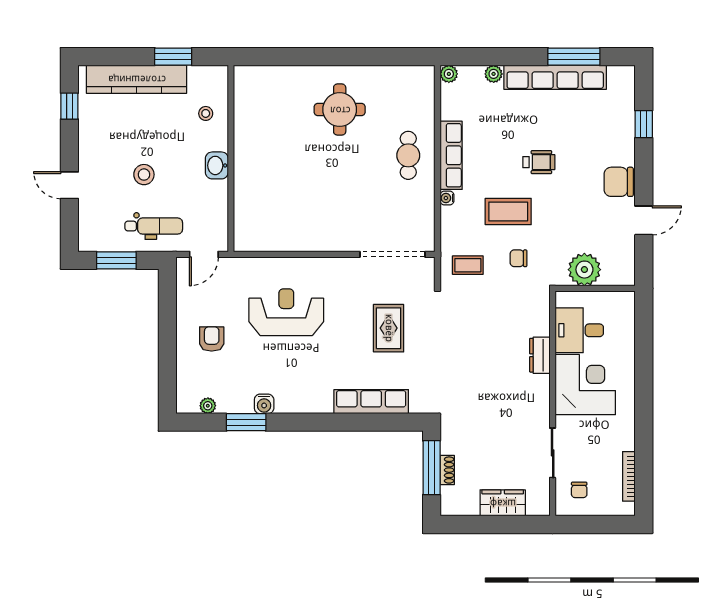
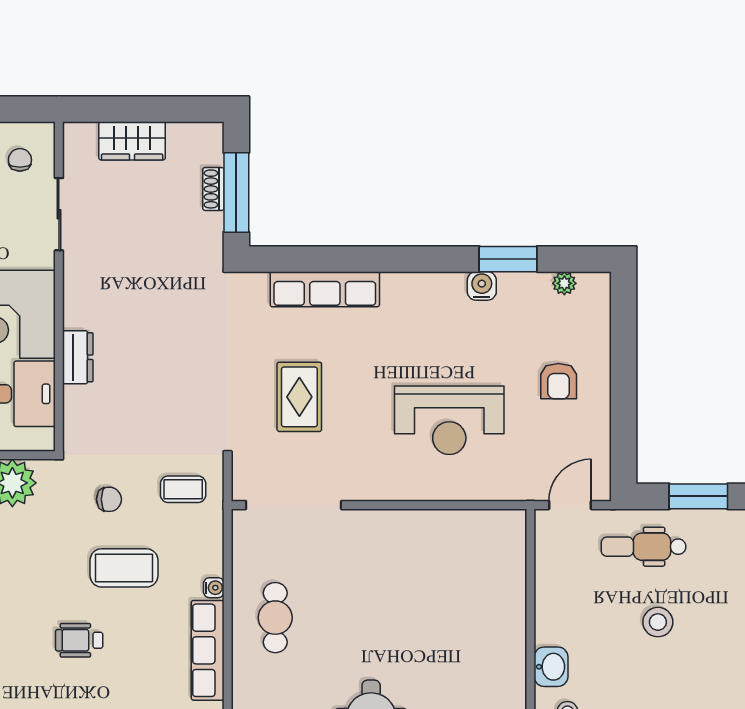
cafe table: (408, 155) -> (275, 618), moved
washbasin: (217, 165) -> (551, 667), moved

